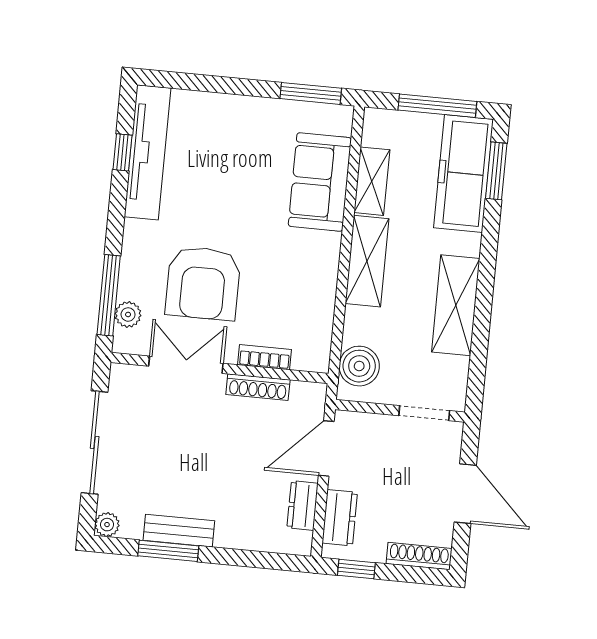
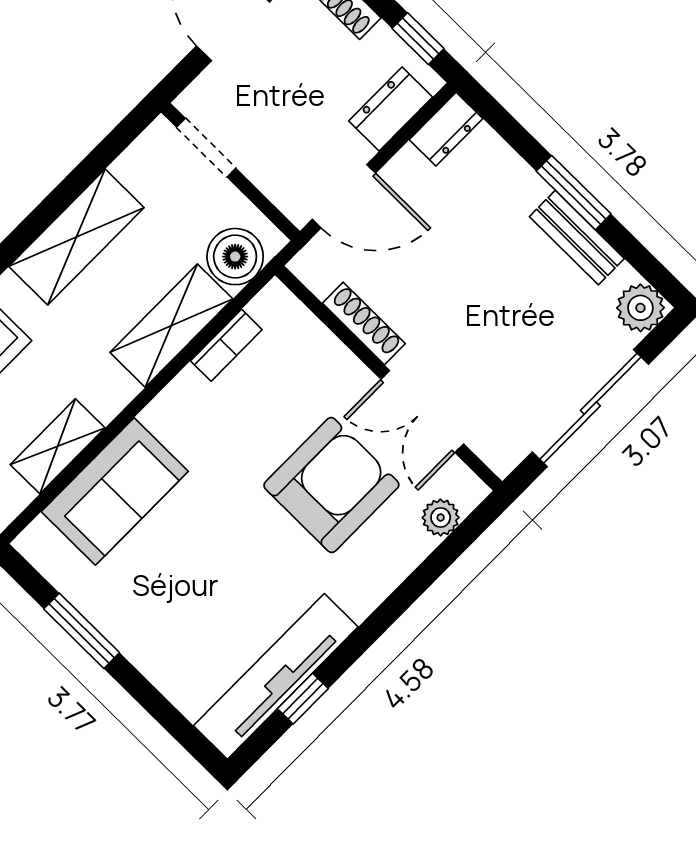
window: (311, 93) -> (82, 631), moved
shelving: (367, 261) -> (171, 326), moved
window: (109, 295) -> (445, 555), removed
bookcase: (265, 357) -> (226, 345), moved, turned -90
dresser: (303, 506) -> (446, 129), moved
plant: (107, 525) -> (640, 308), width x1.38, depth x1.38
window: (168, 551) -> (574, 193), moved

